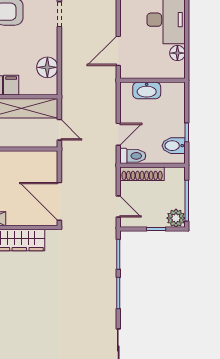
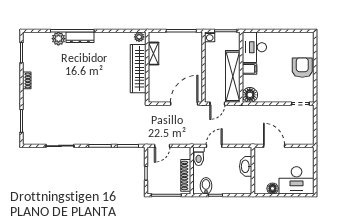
floor lamp: (47, 67) -> (250, 95), moved
door: (118, 134) -> (214, 146), swing flipped
shoe rack: (142, 174) -> (186, 175), moved
door: (59, 201) -> (184, 104), moved
plant: (176, 218) -> (154, 187), removed

